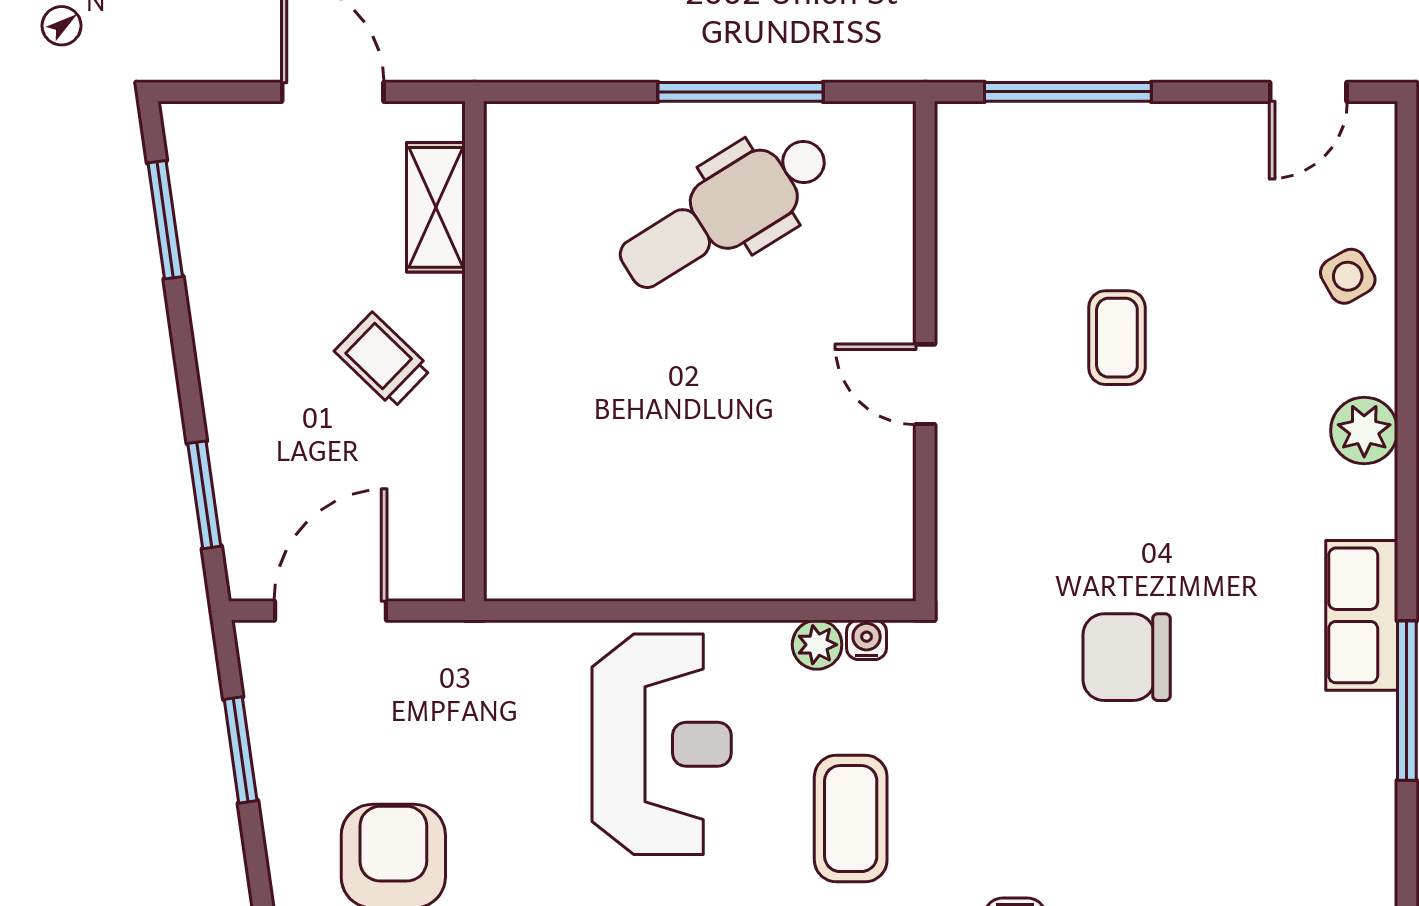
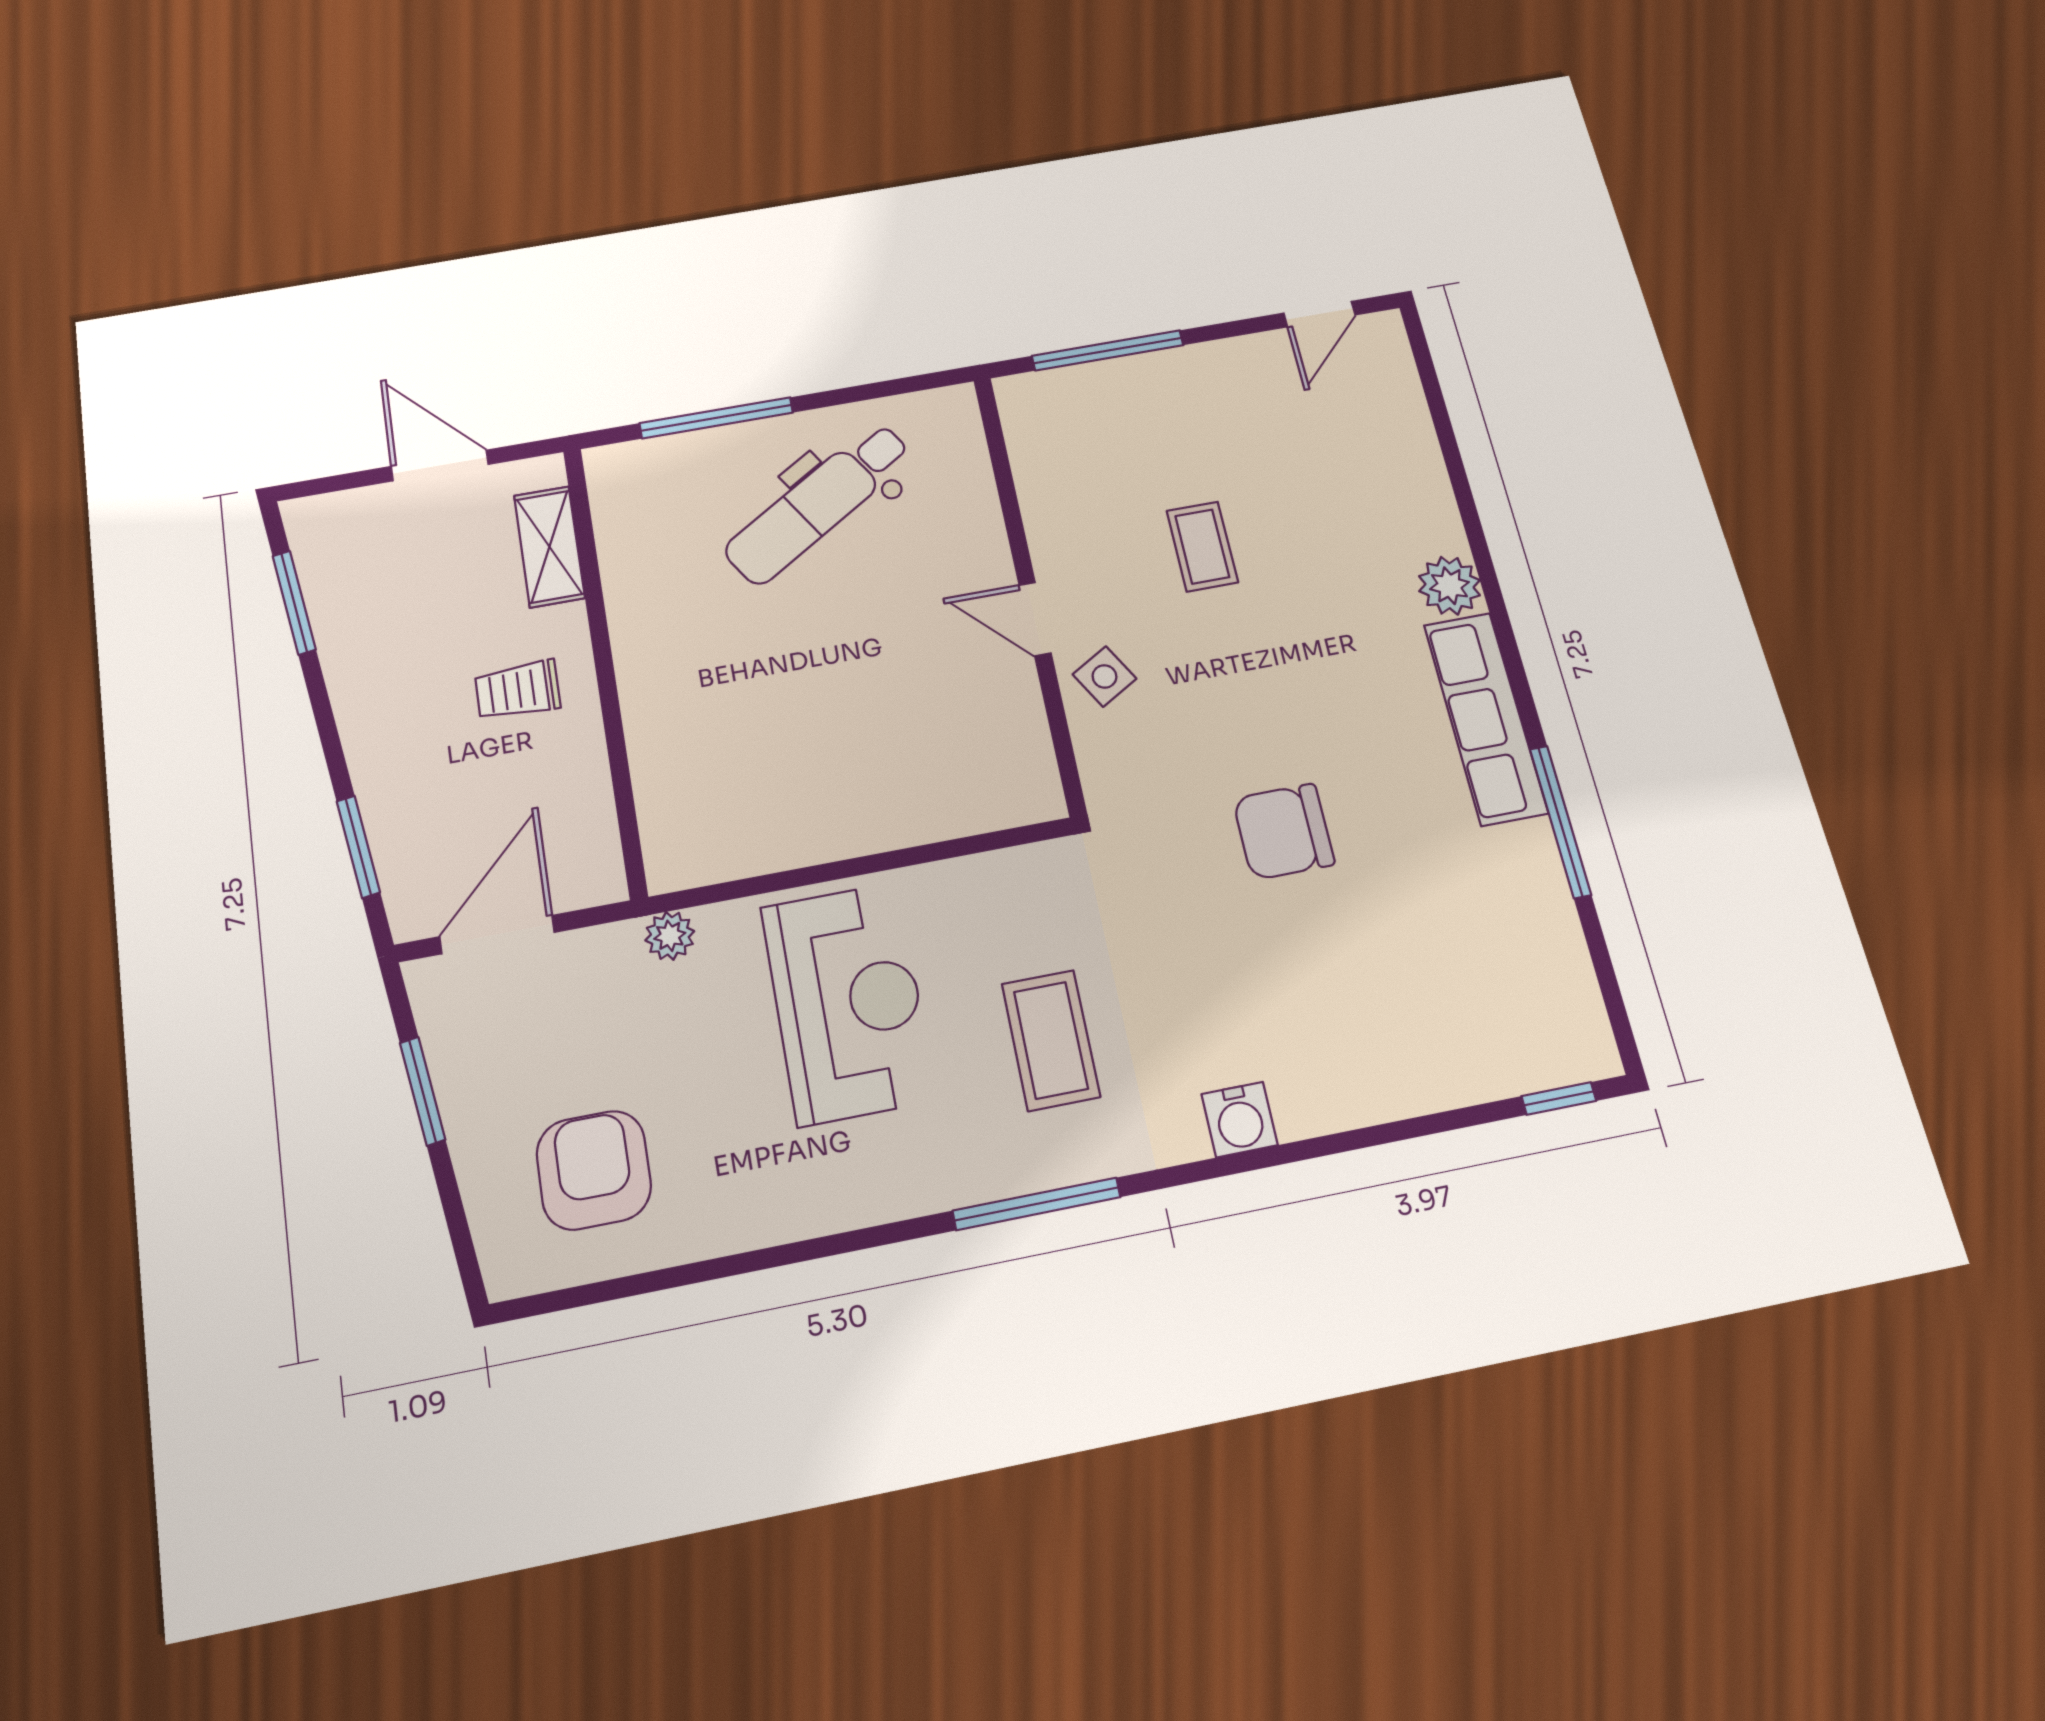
window: (741, 92) -> (716, 418), moved
side table: (1348, 276) -> (1105, 676), moved
trolley: (383, 360) -> (518, 690), turned -44
row of seats: (1362, 615) -> (1485, 718), width x1.48
water cooler: (867, 640) -> (1030, 863), removed
plant: (817, 645) -> (670, 936), moved

